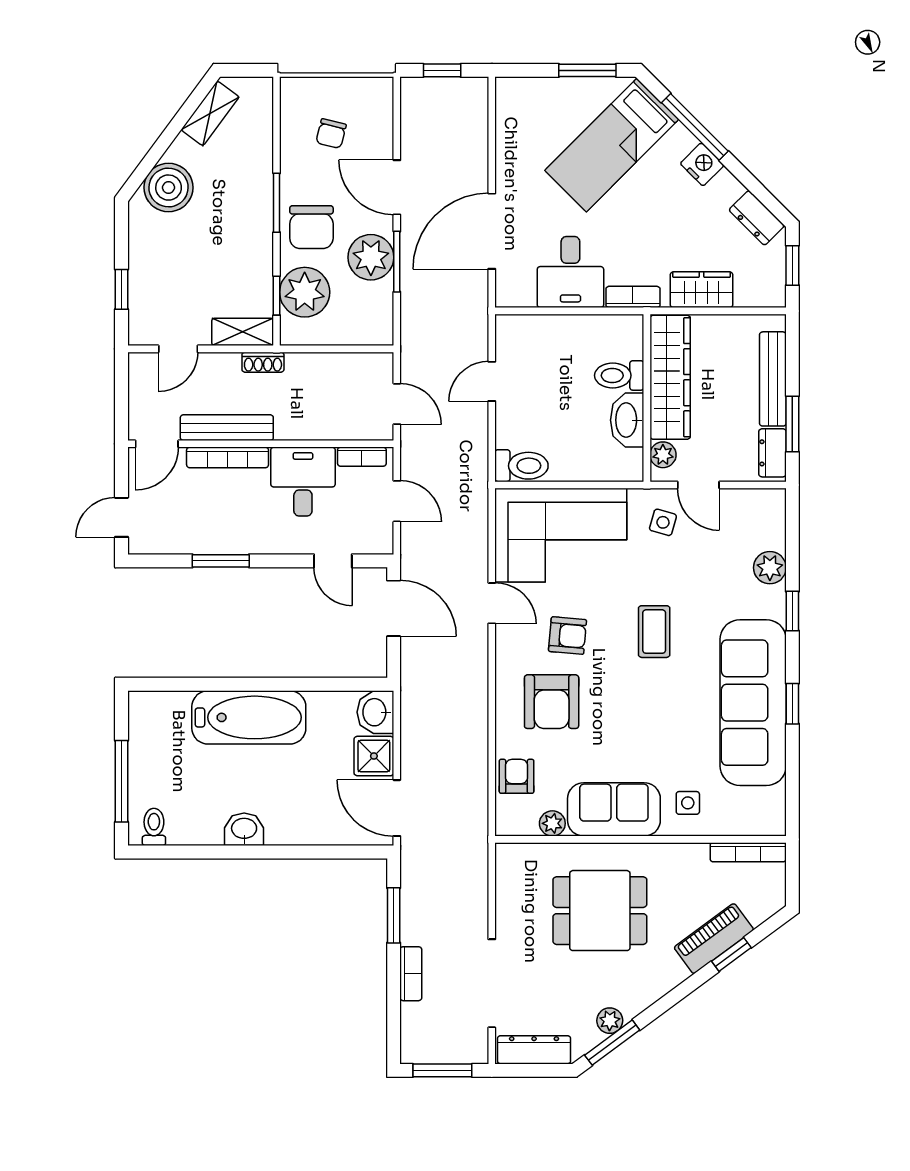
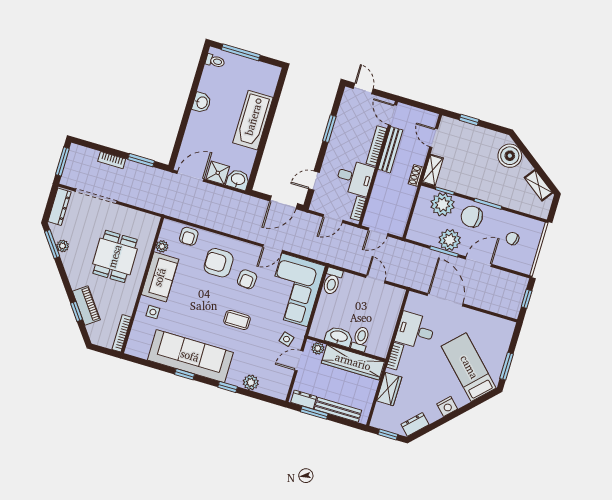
window: (695, 127) -> (466, 408), removed
armchair: (517, 776) -> (189, 236), turned 90

